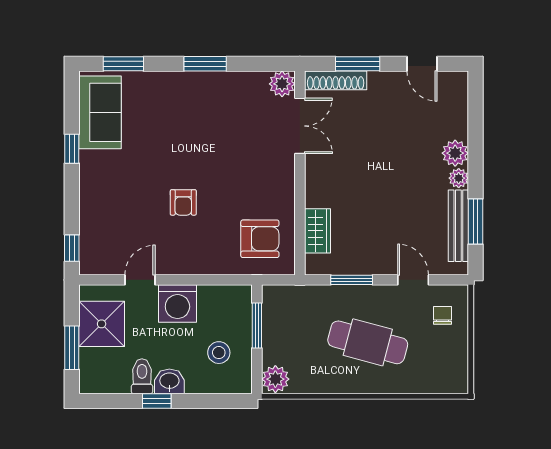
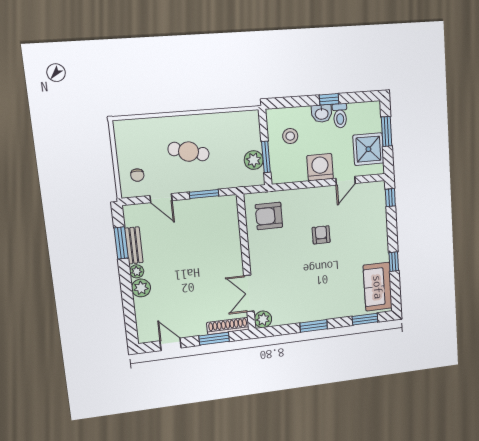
bench: (458, 226) -> (134, 245), width x0.73
wardrobe: (317, 231) -> (231, 225), removed
cafe table: (368, 342) -> (189, 152), width x0.73, depth x0.74
plant: (275, 379) -> (254, 160), moved

